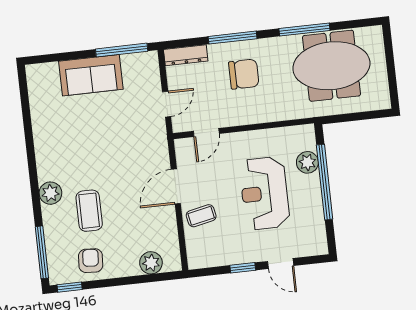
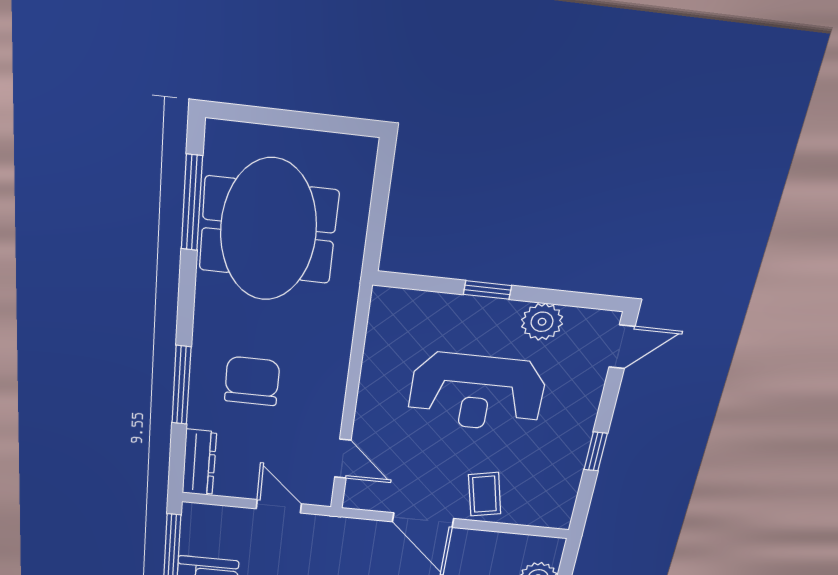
window: (304, 30) -> (192, 203), moved
plant: (307, 162) -> (542, 322), moved
window: (325, 182) -> (487, 290), width x0.32
door: (281, 263) -> (622, 347), moved

